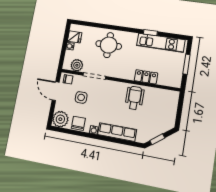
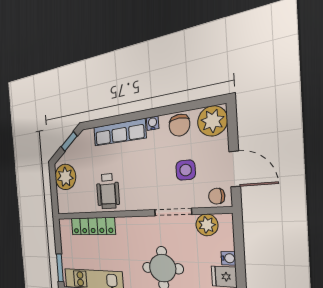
window: (186, 64) -> (60, 268), moved
locker: (146, 77) -> (93, 226), width x1.53
plant: (167, 116) -> (65, 177), added

